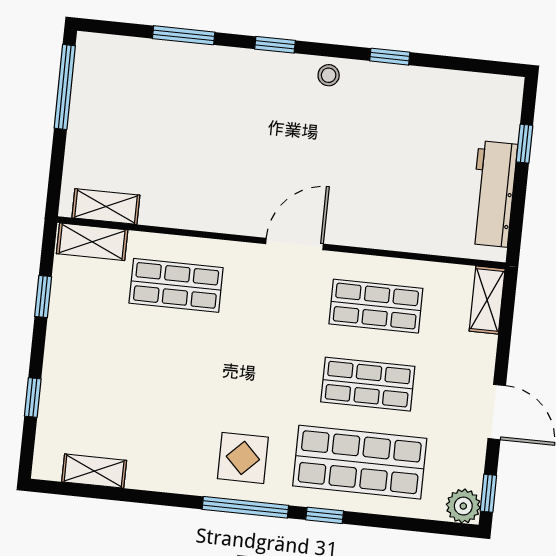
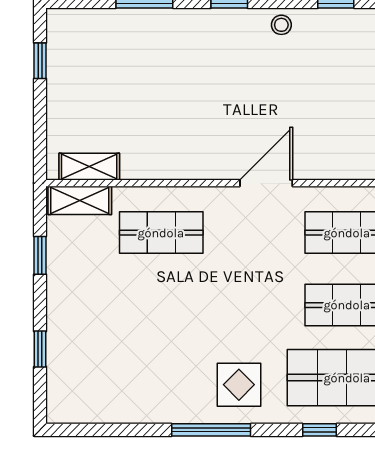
window: (65, 87) -> (40, 61), width x0.46
shelving: (94, 471) -> (103, 411), removed
window: (245, 507) -> (211, 430), moved

